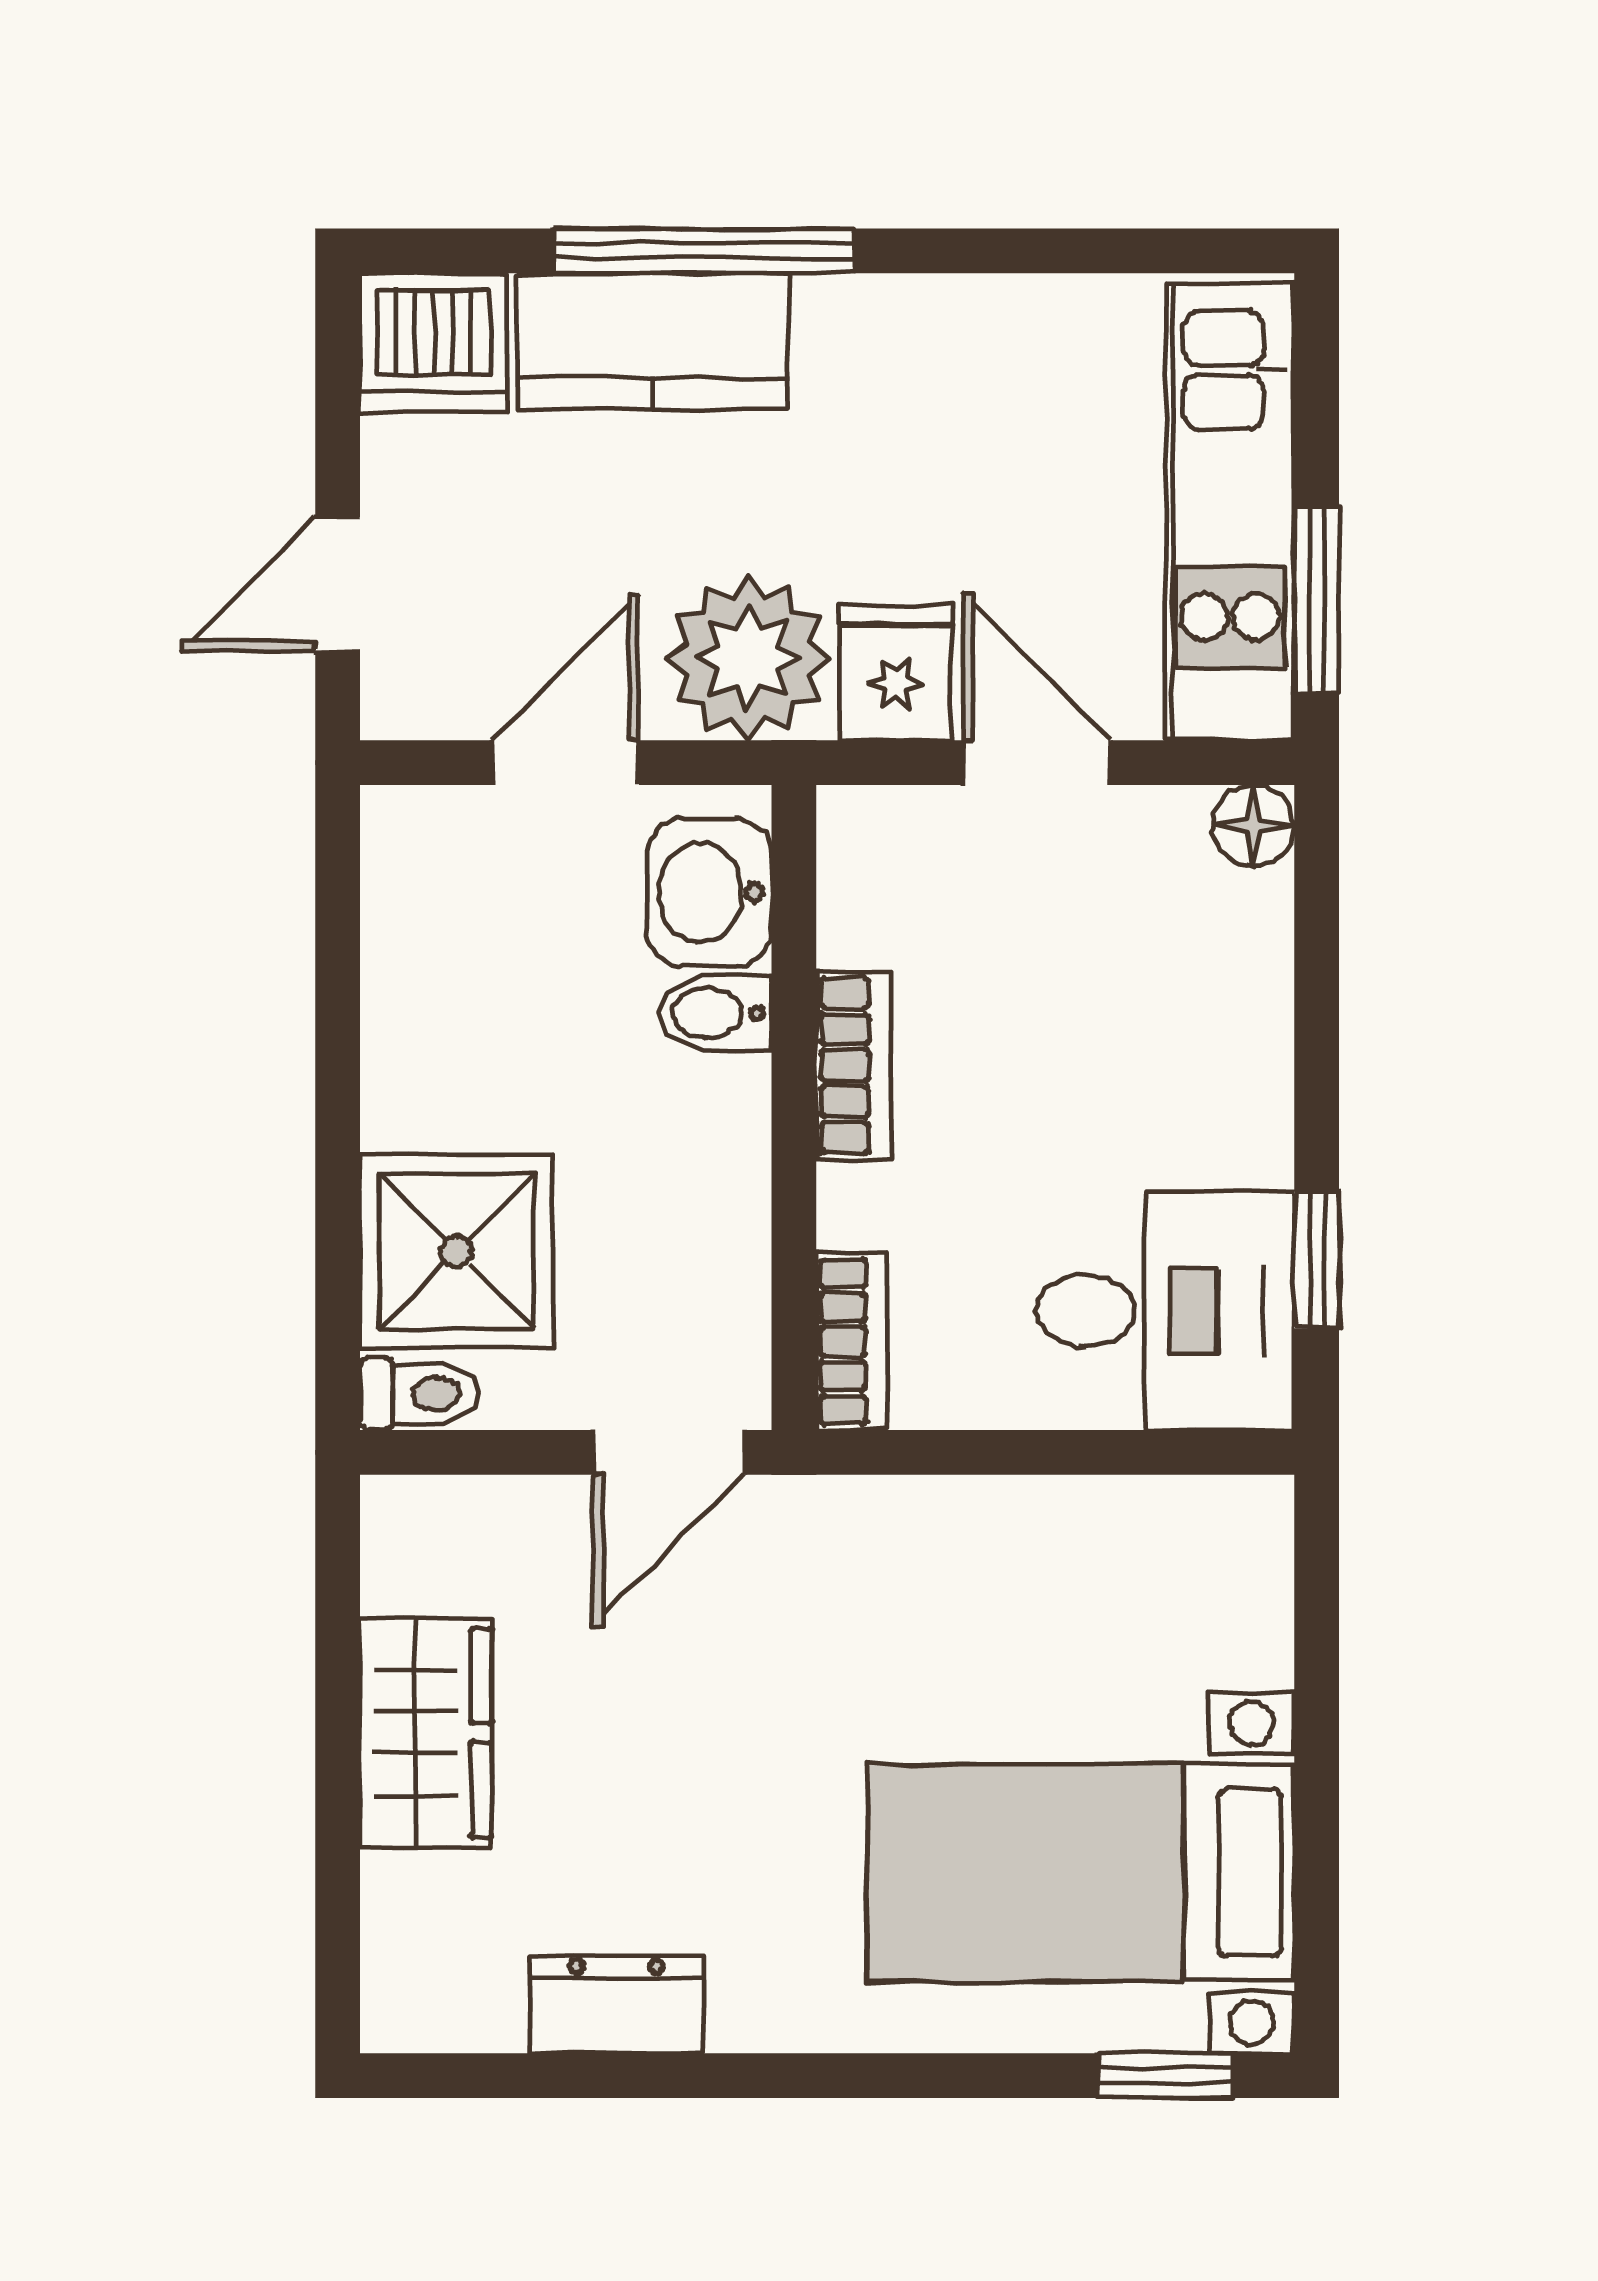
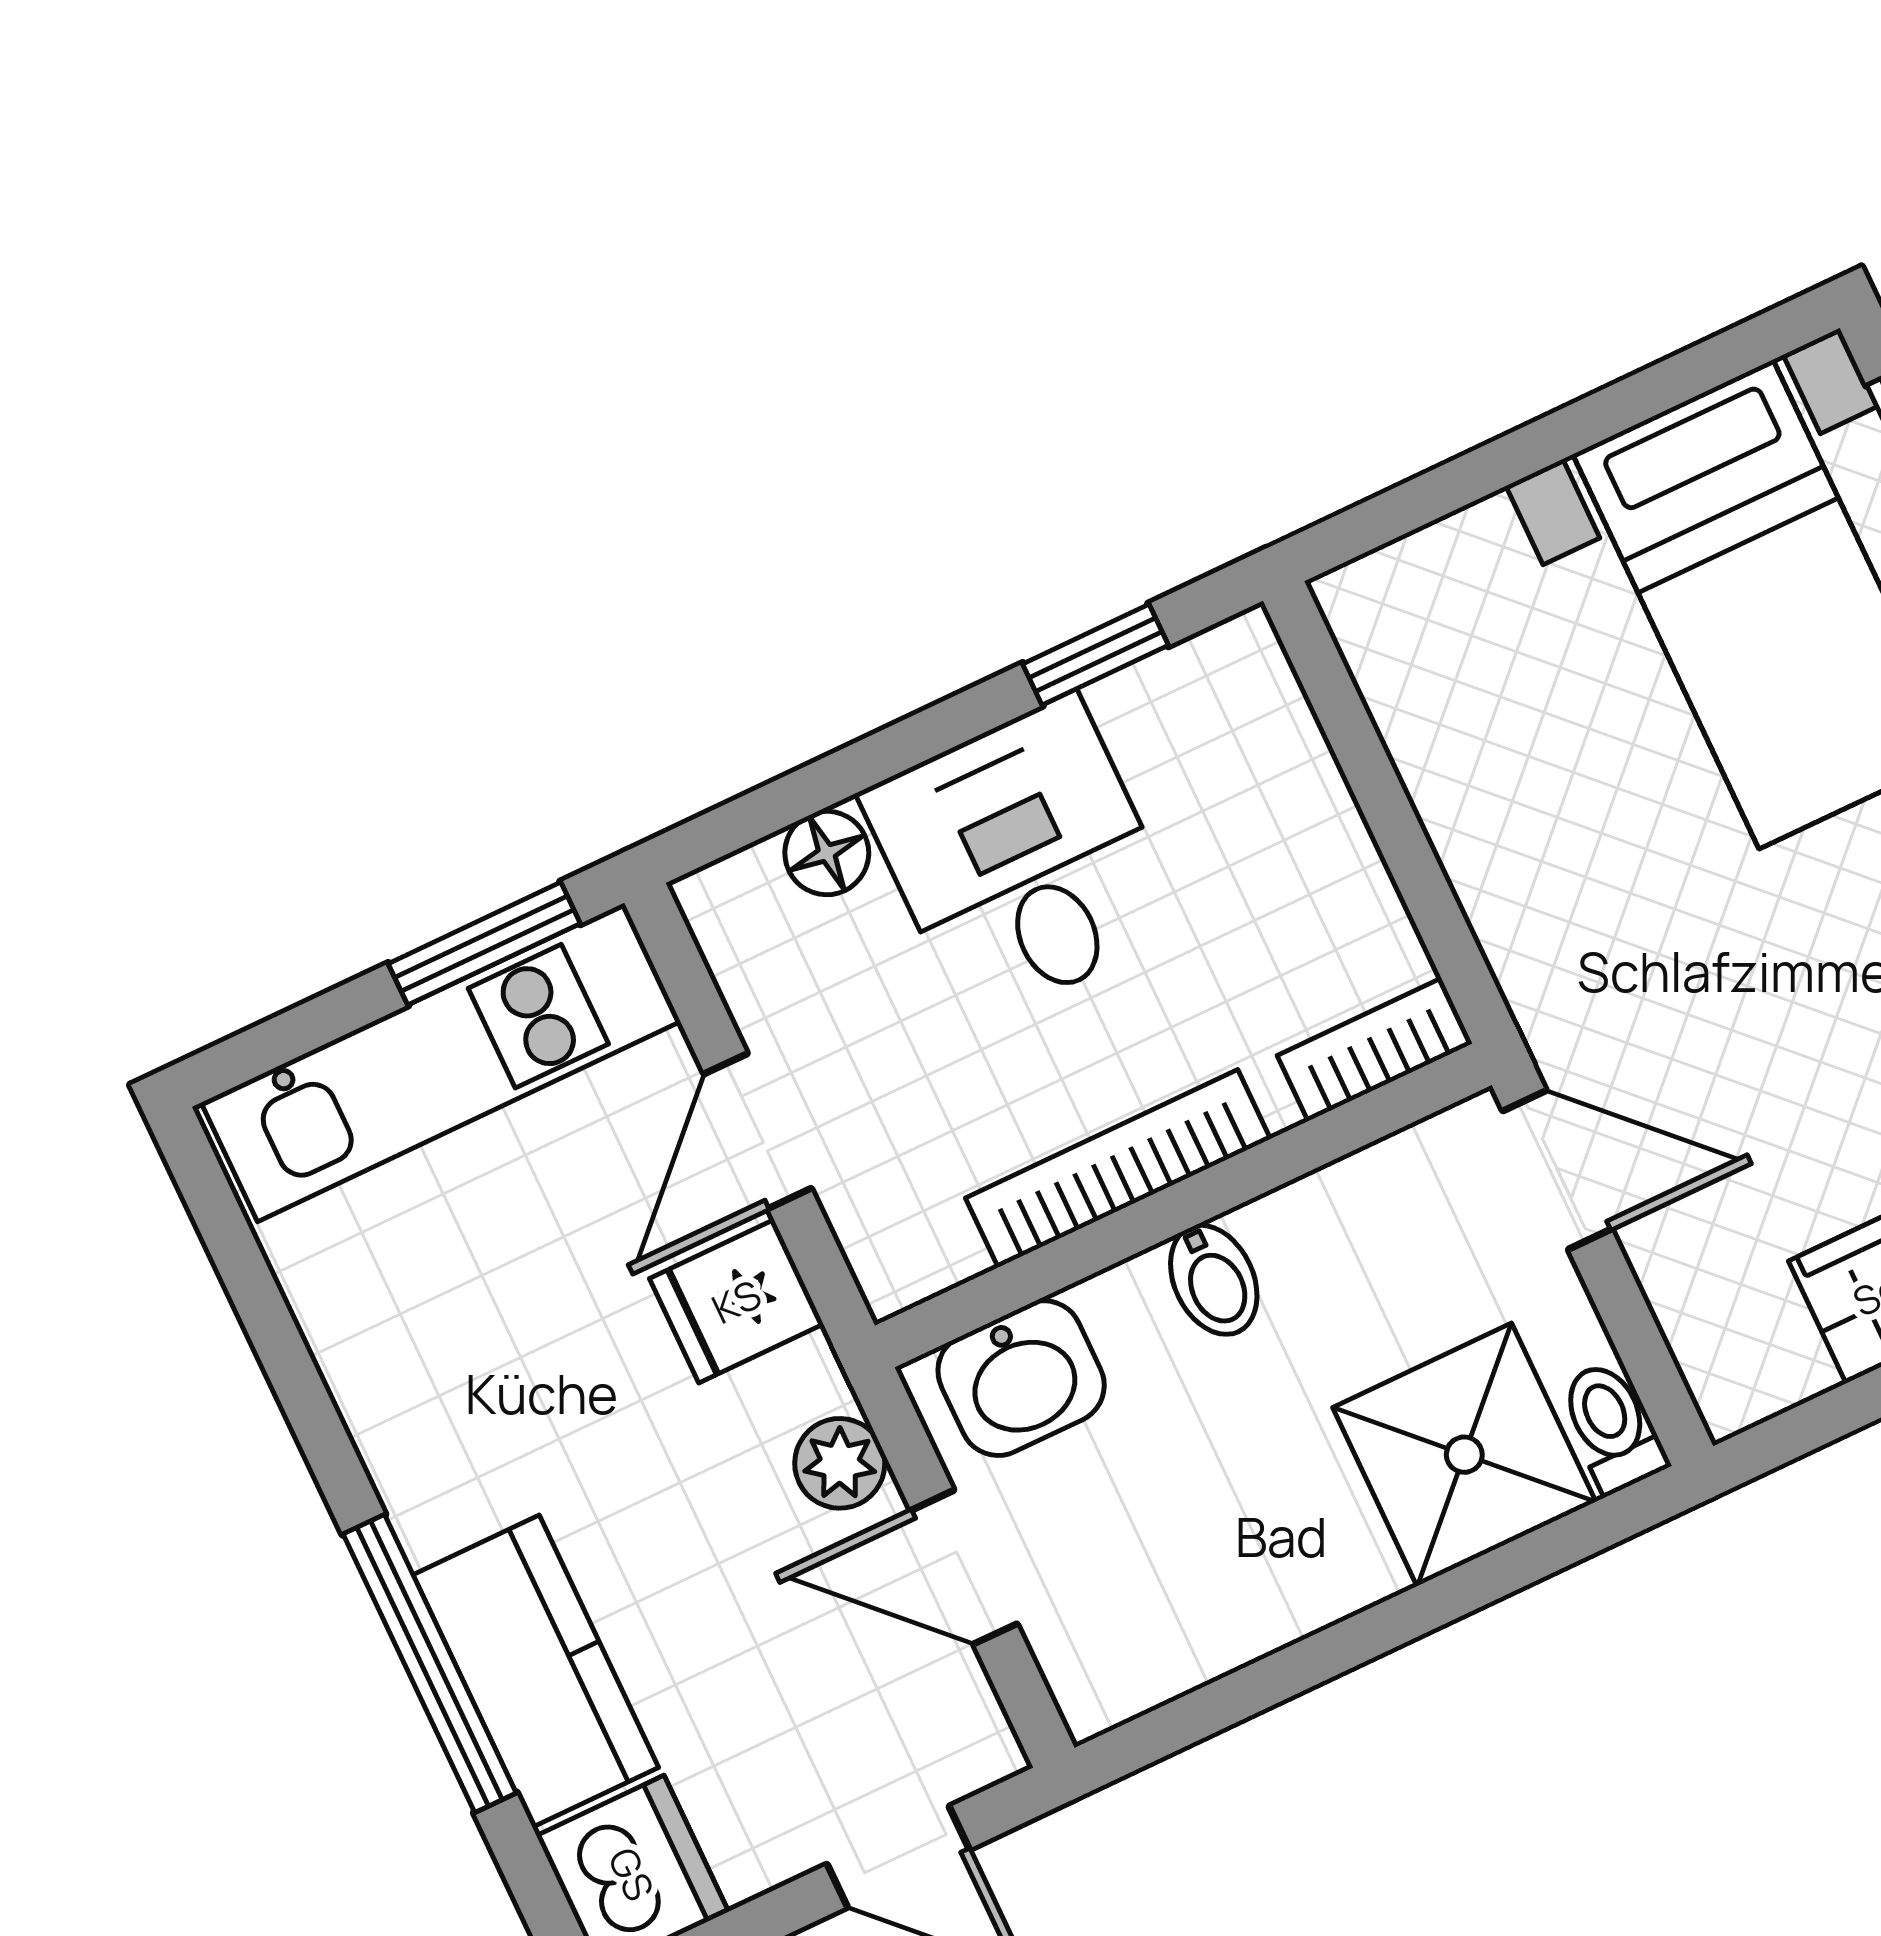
plant: (748, 658) -> (840, 1463), width x0.53, depth x0.53
floor lamp: (1254, 826) -> (827, 853), moved
bidet: (715, 1013) -> (1214, 1280), moved
bookcase: (854, 1065) -> (1118, 1168), width x1.56
desk: (1165, 1311) -> (1022, 861), moved

